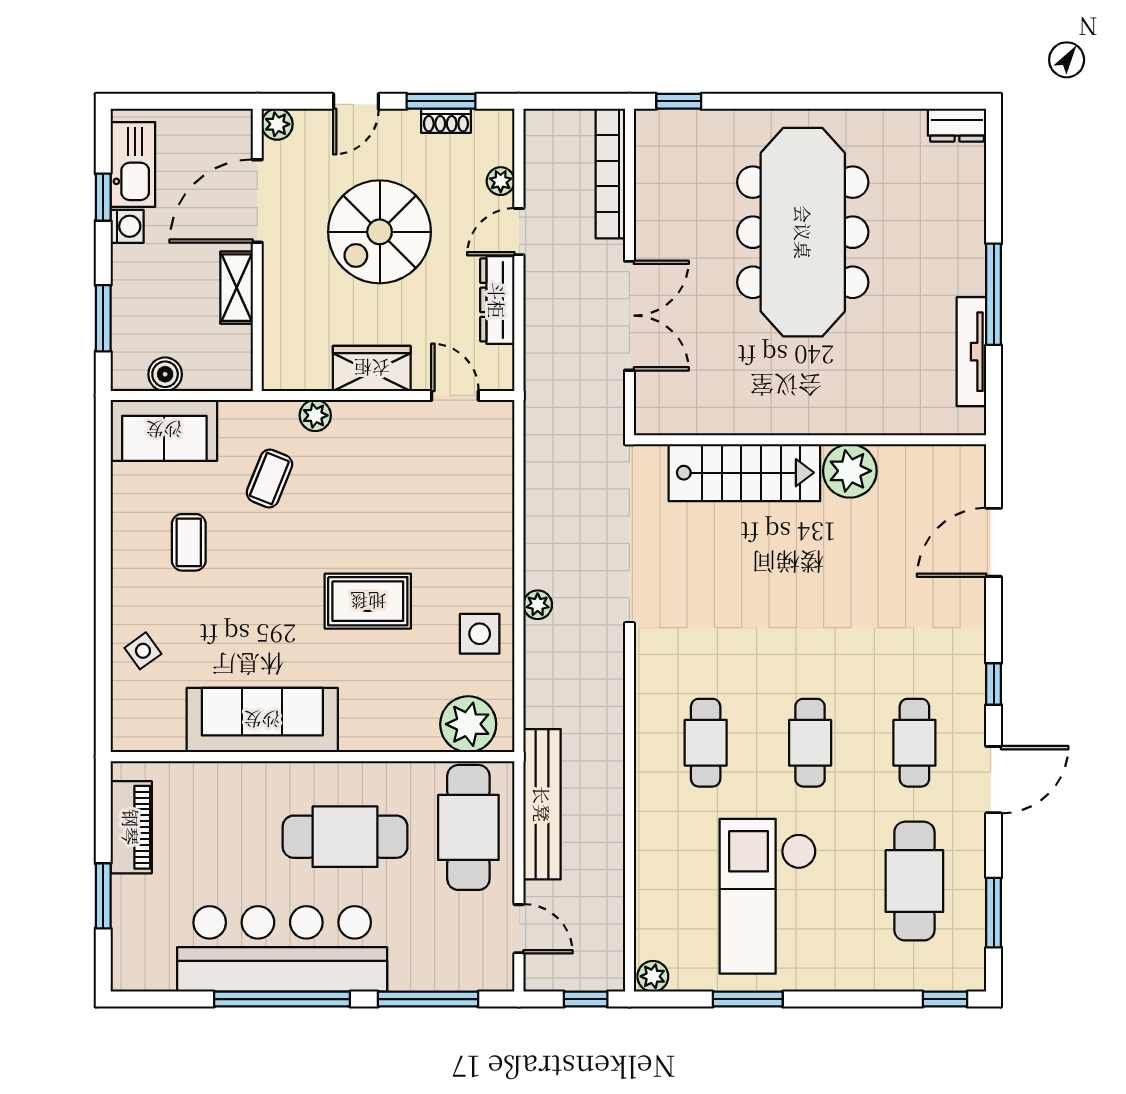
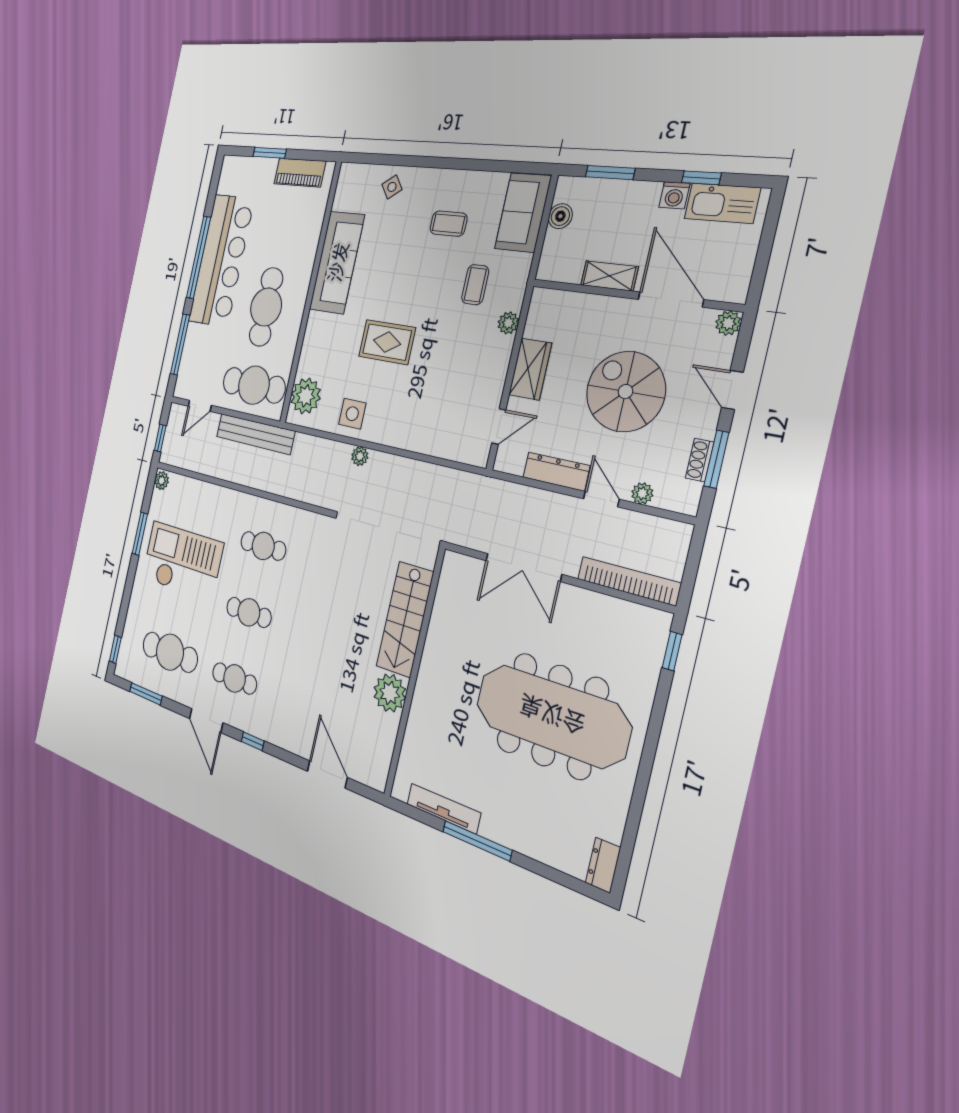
coffee table: (269, 478) -> (475, 285), turned 68
rug: (368, 601) -> (387, 342), turned 90

